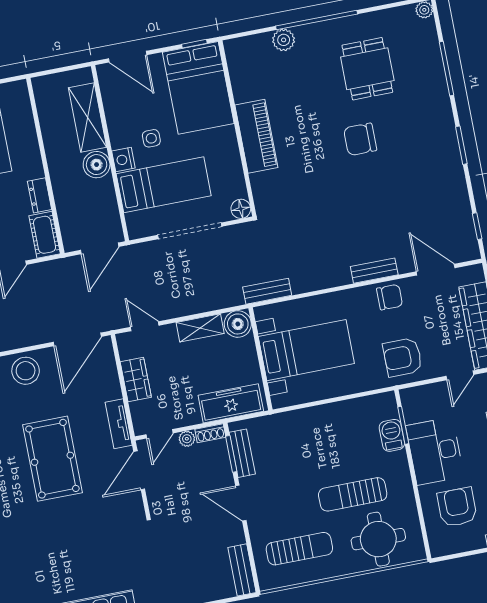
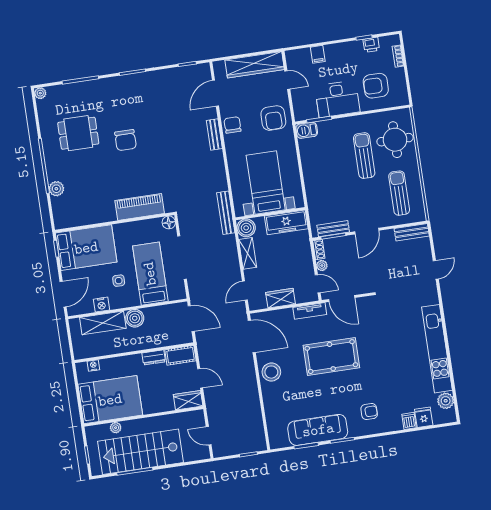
nightstand: (24, 106) -> (93, 365), added
piano: (256, 136) -> (140, 207), moved
nightstand: (123, 160) -> (101, 305), moved
bench: (267, 291) -> (226, 213), width x1.36
freezer: (231, 403) -> (286, 222), moved, turned -90
barbecue: (392, 435) -> (307, 130), moved
sun lounger: (353, 494) -> (364, 156), turned 180

